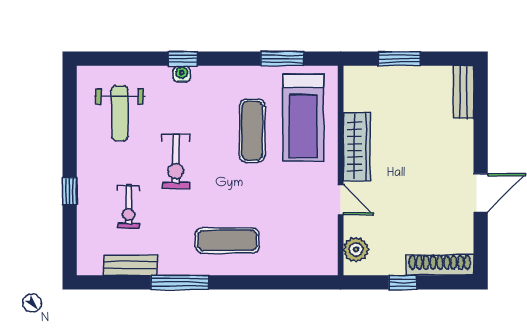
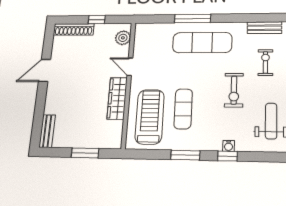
window: (282, 59) -> (185, 155), moved
exercise bike: (176, 161) -> (234, 90), turned 180
exercise mat: (227, 240) -> (202, 43), width x1.36, depth x1.45
window: (180, 282) -> (193, 19), moved

